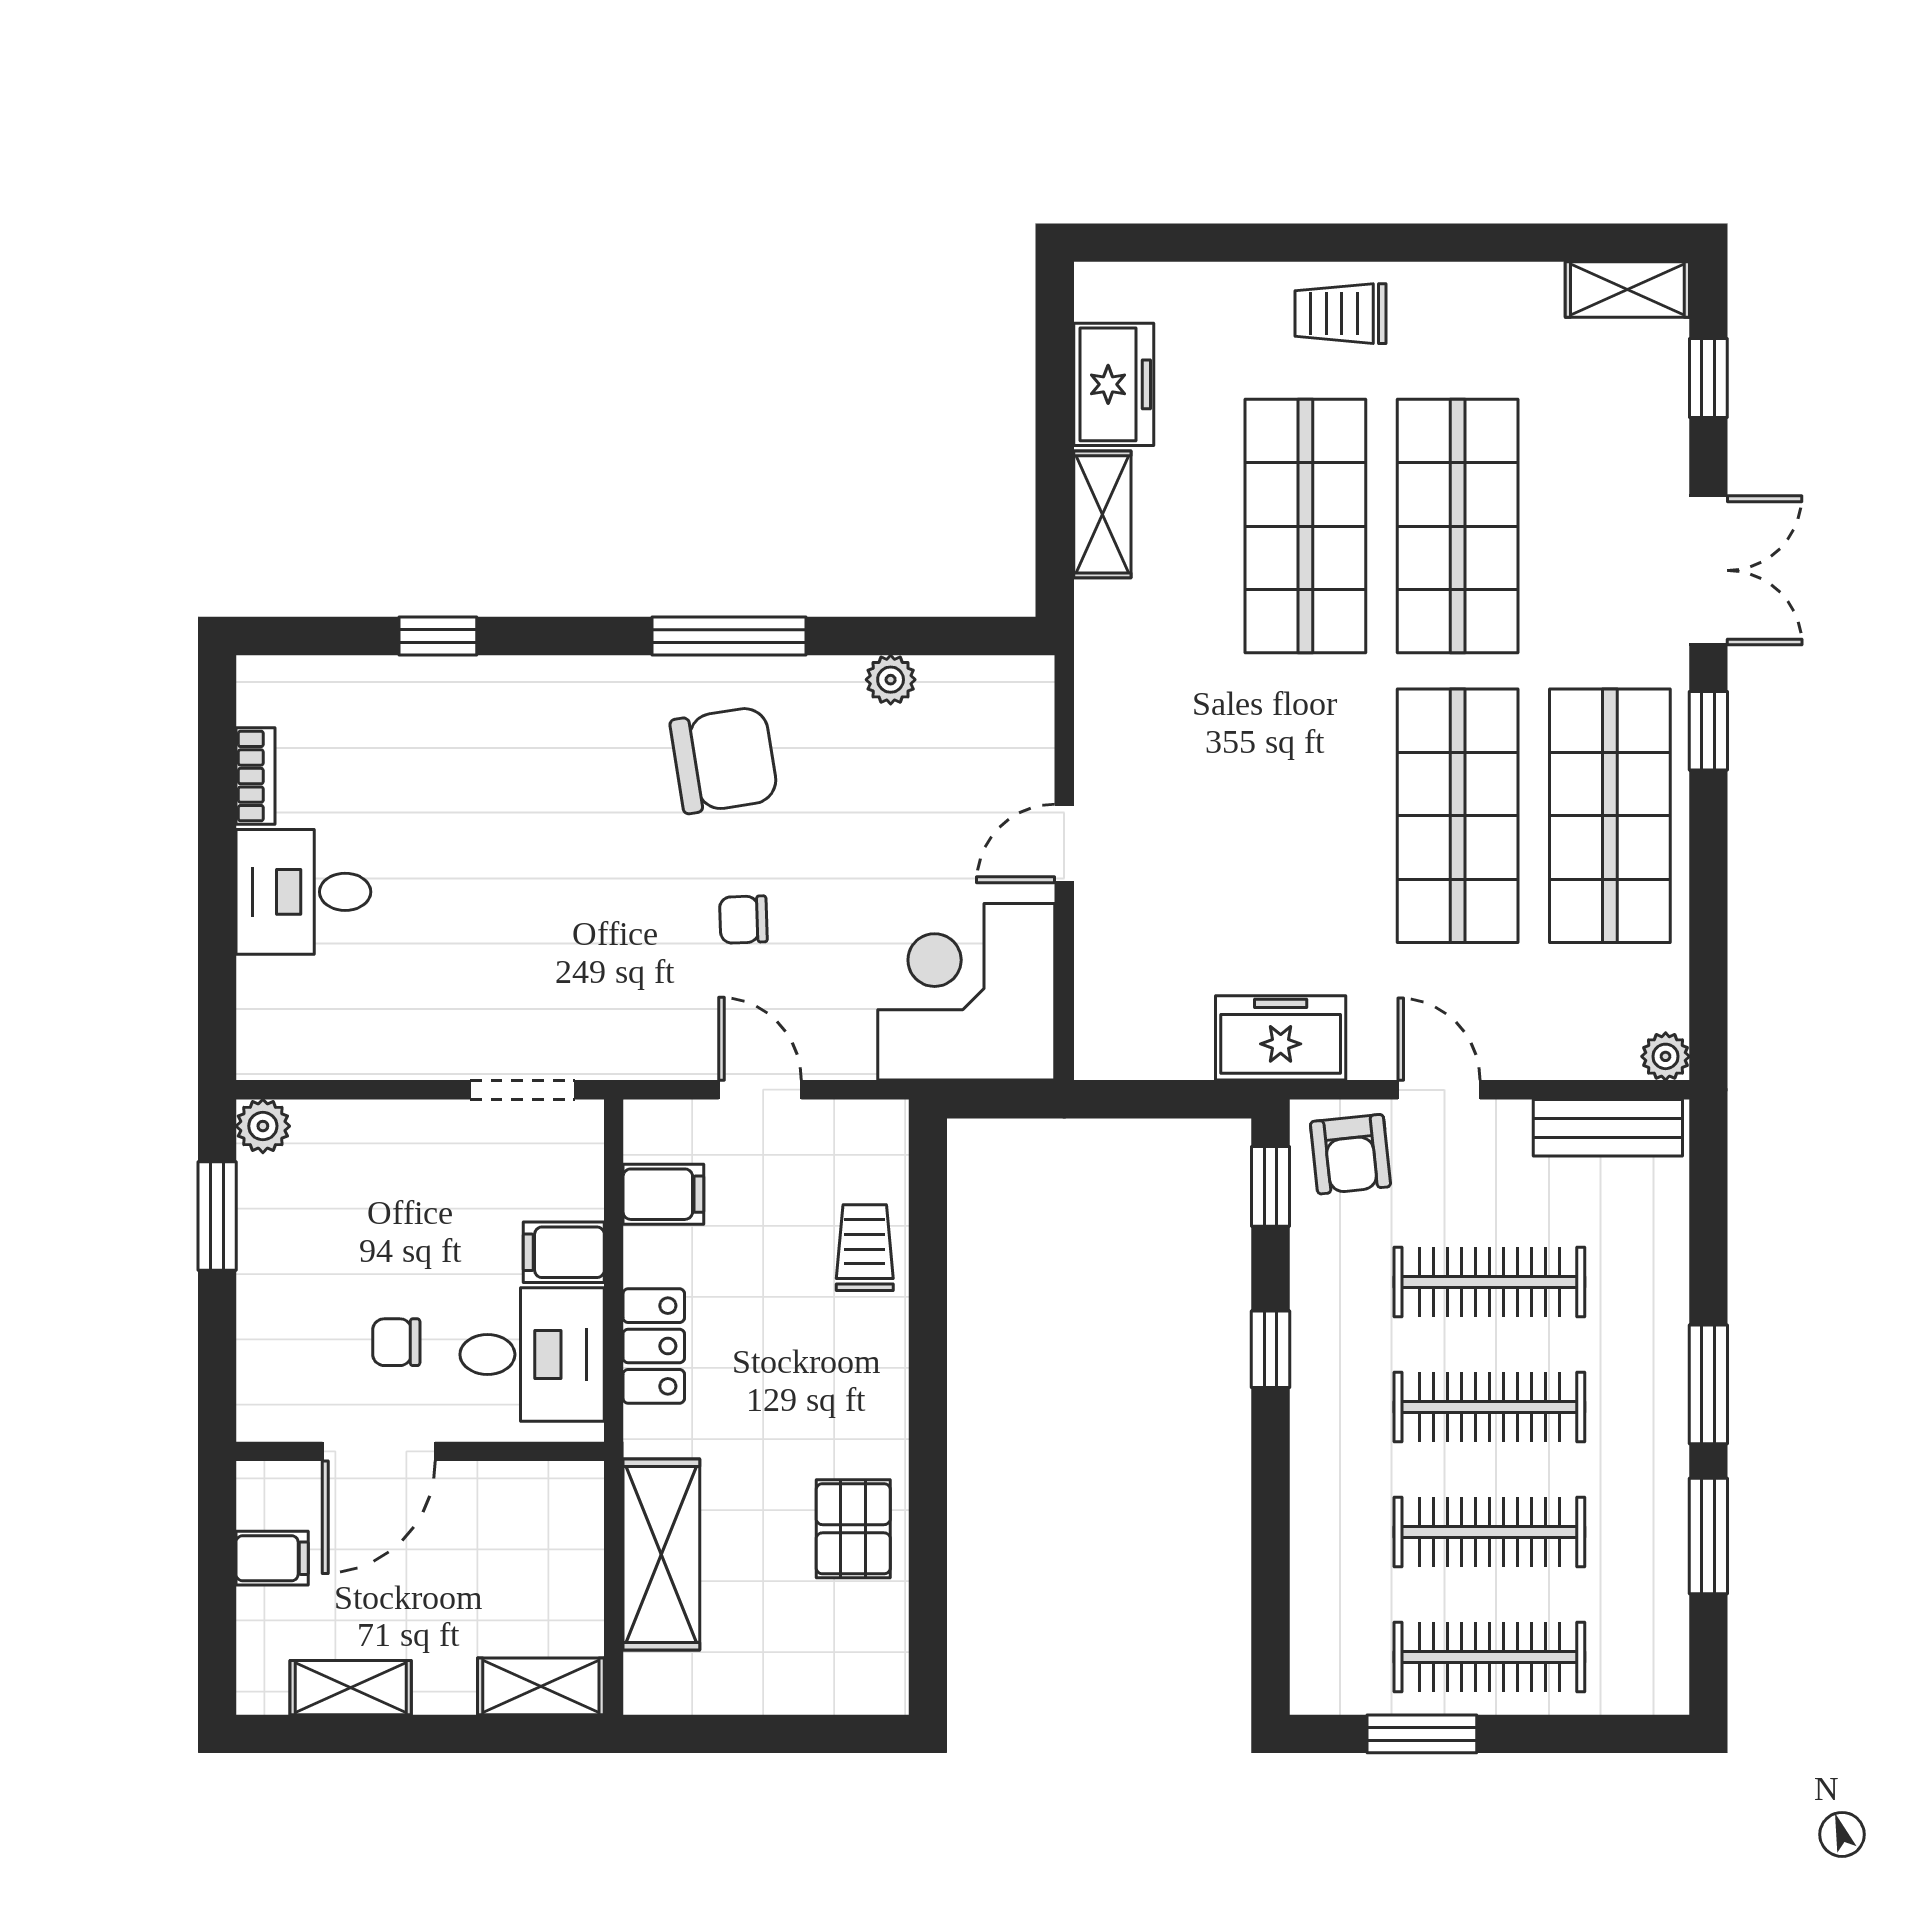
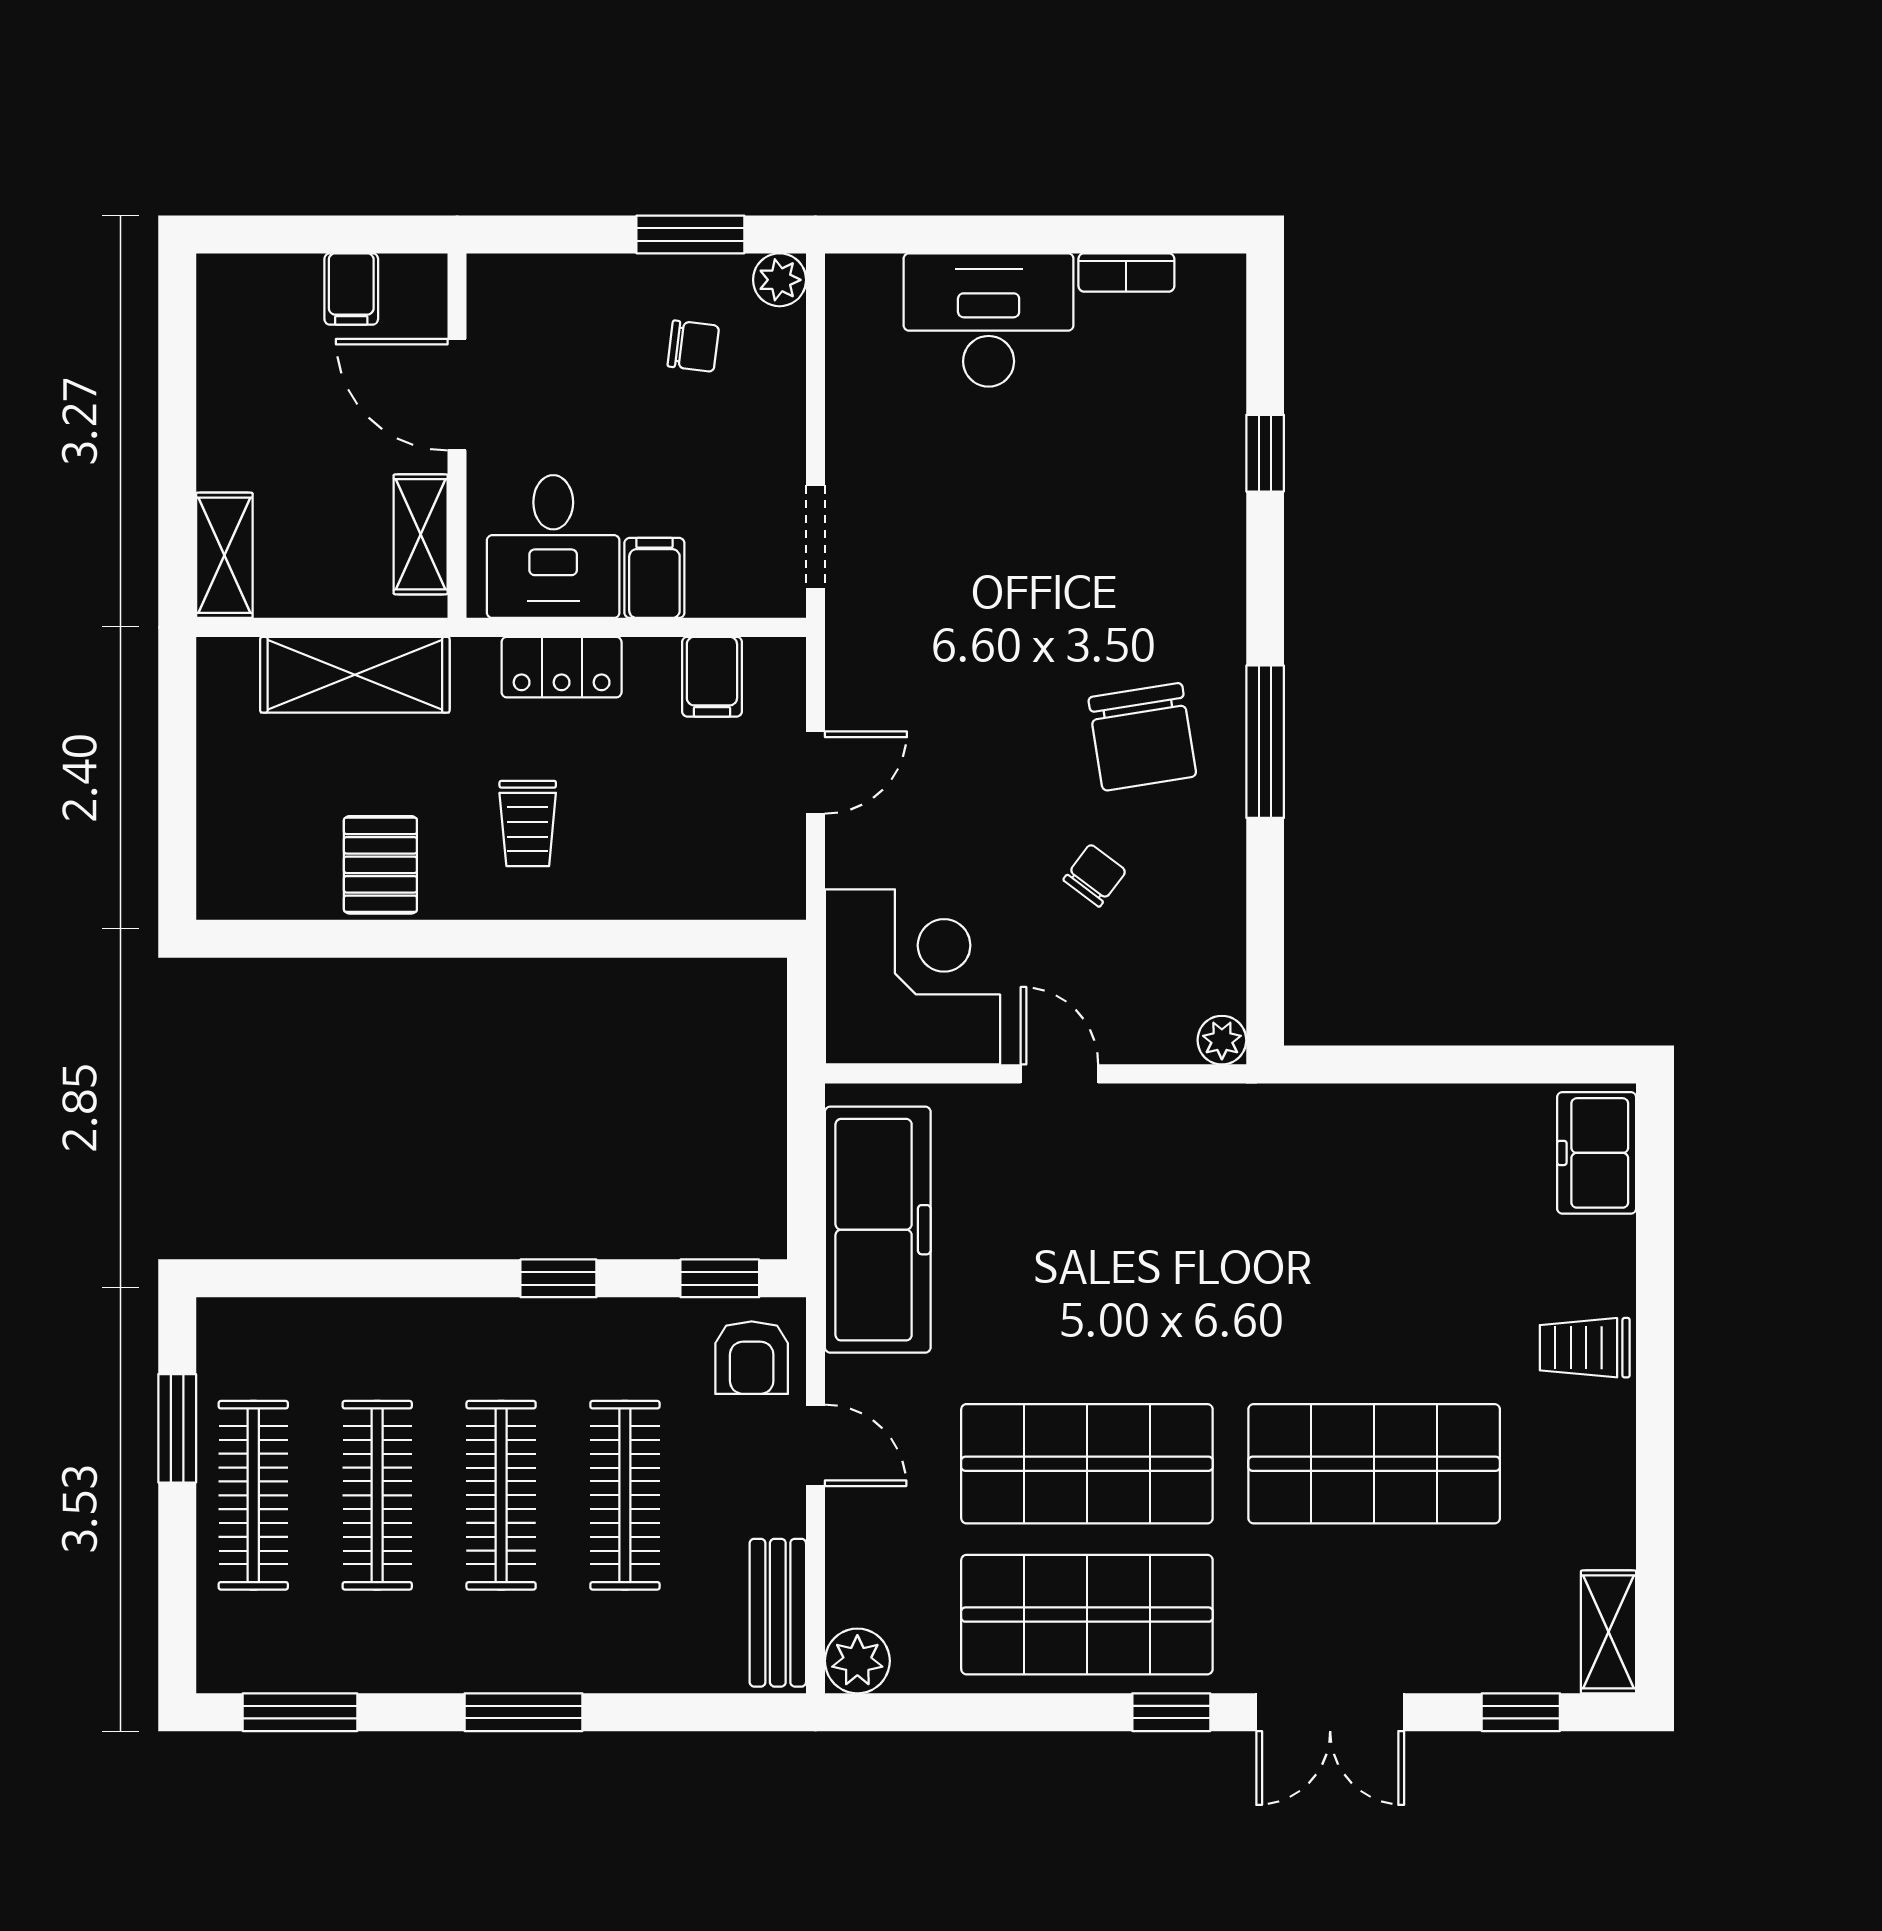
trolley: (1340, 314) -> (1585, 1348), turned -90
freezer: (1114, 384) -> (1597, 1153), moved, turned 90
shelving: (1102, 514) -> (1386, 1112), removed
shop shelf: (1305, 526) -> (1374, 1313), removed
plant: (891, 680) -> (1222, 1040), moved
desk: (303, 892) -> (989, 320), width x1.37
chair: (743, 920) -> (1095, 875), moved, turned 39
freezer: (1281, 1038) -> (878, 1230), width x1.91, depth x1.26
plant: (1666, 1056) -> (857, 1661), width x1.38, depth x1.38
door: (1439, 1090) -> (815, 1445), hinge flipped
armchair: (1350, 1154) -> (752, 1358), turned -84
trolley: (865, 1248) -> (528, 823), moved, turned 90
chair: (396, 1342) -> (693, 346), moved, turned 97
pallet: (853, 1529) -> (380, 865), turned 90
window: (1708, 1536) -> (300, 1712), moved
shelving: (351, 1688) -> (421, 534), moved

